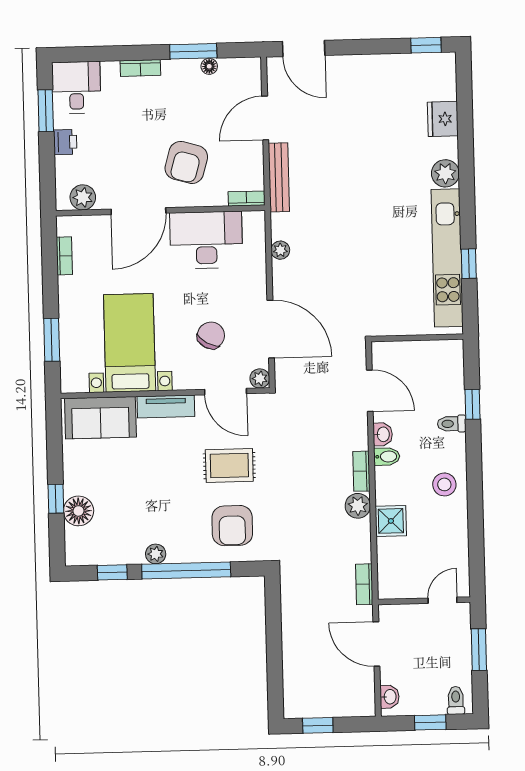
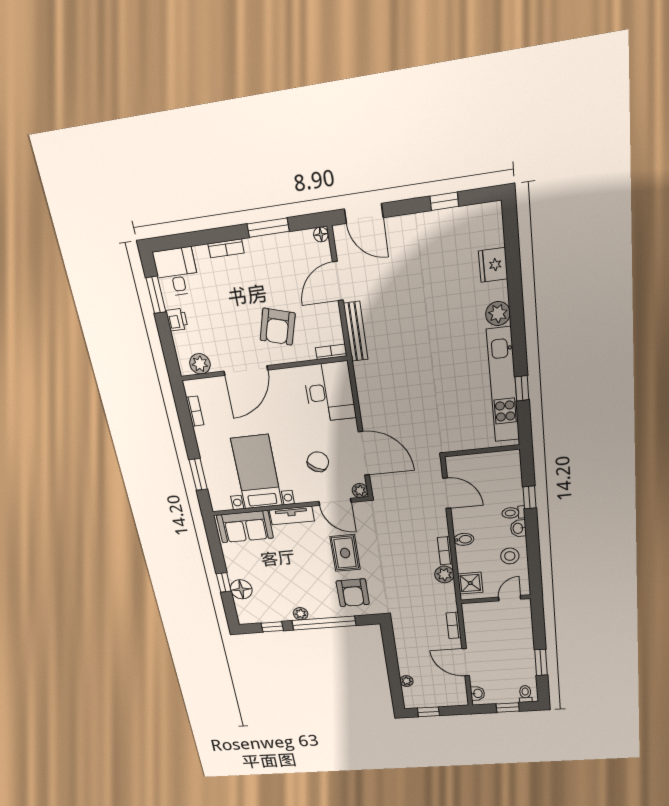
window: (426, 45) -> (444, 201), moved
floor lamp: (209, 66) -> (321, 234), moved
desk: (206, 240) -> (330, 392), moved, turned 90
plant: (280, 250) -> (406, 681), moved
washbasin: (383, 434) -> (518, 528), moved, turned 180
rug: (229, 466) -> (345, 553), turned 90
door: (442, 600) -> (510, 598), moved
wall: (424, 601) -> (496, 599), moved

